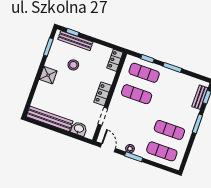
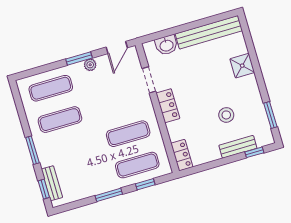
bench: (75, 41) -> (238, 147), width x0.73
shower: (48, 75) -> (242, 66), moved
door: (108, 148) -> (117, 47), hinge flipped

